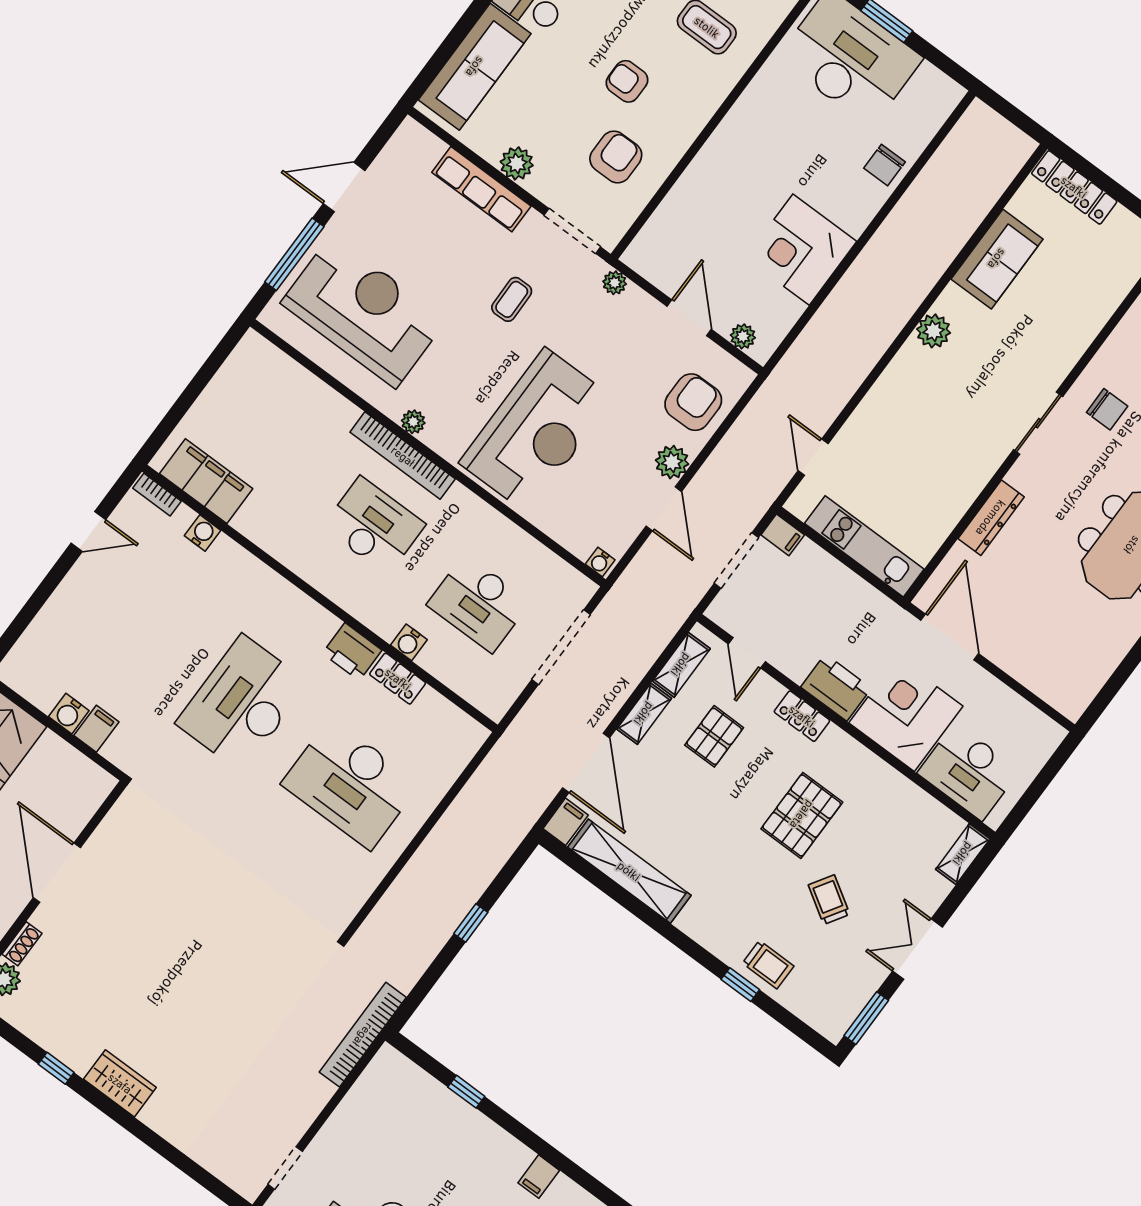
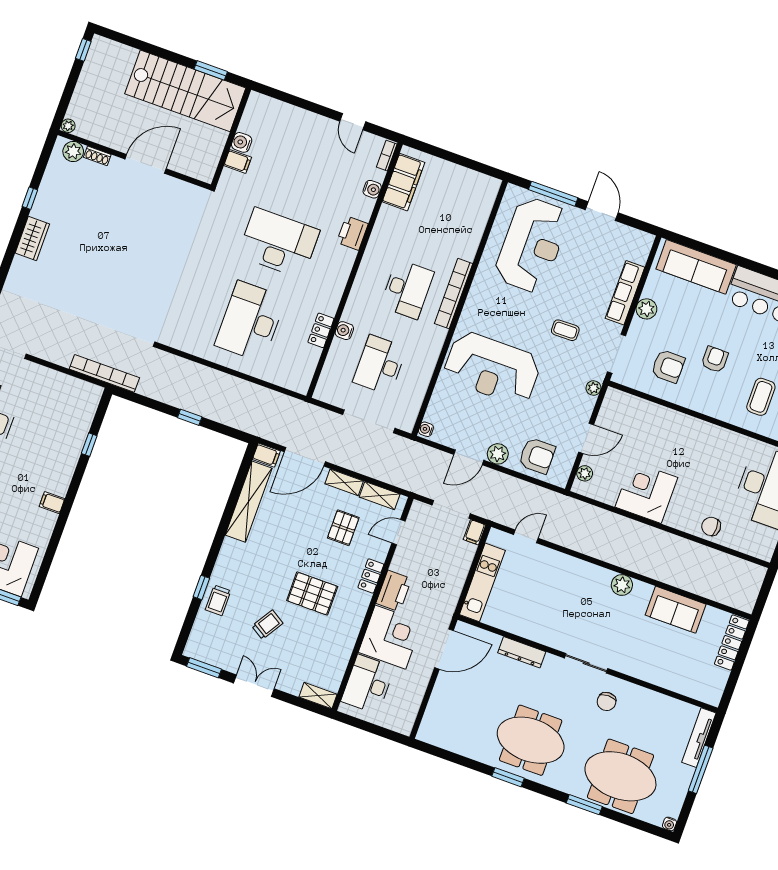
plant: (413, 422) -> (475, 294), removed
printer: (352, 652) -> (352, 233), moved
pallet: (714, 736) -> (343, 528), turned 90

